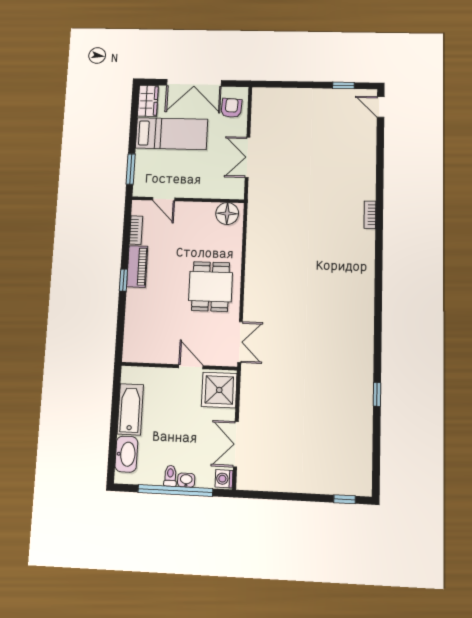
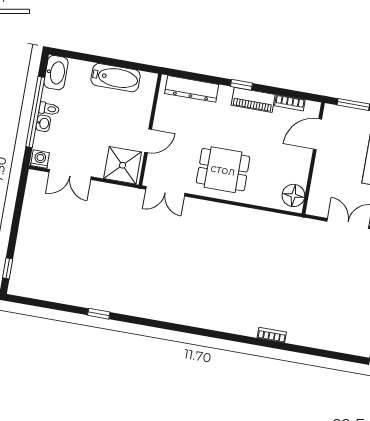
door: (164, 199) -> (317, 134), width x1.38
dresser: (133, 329) -> (192, 89), added
double door: (236, 444) -> (70, 174), swing flipped
washbasin: (126, 454) -> (56, 73), moved, turned -90

